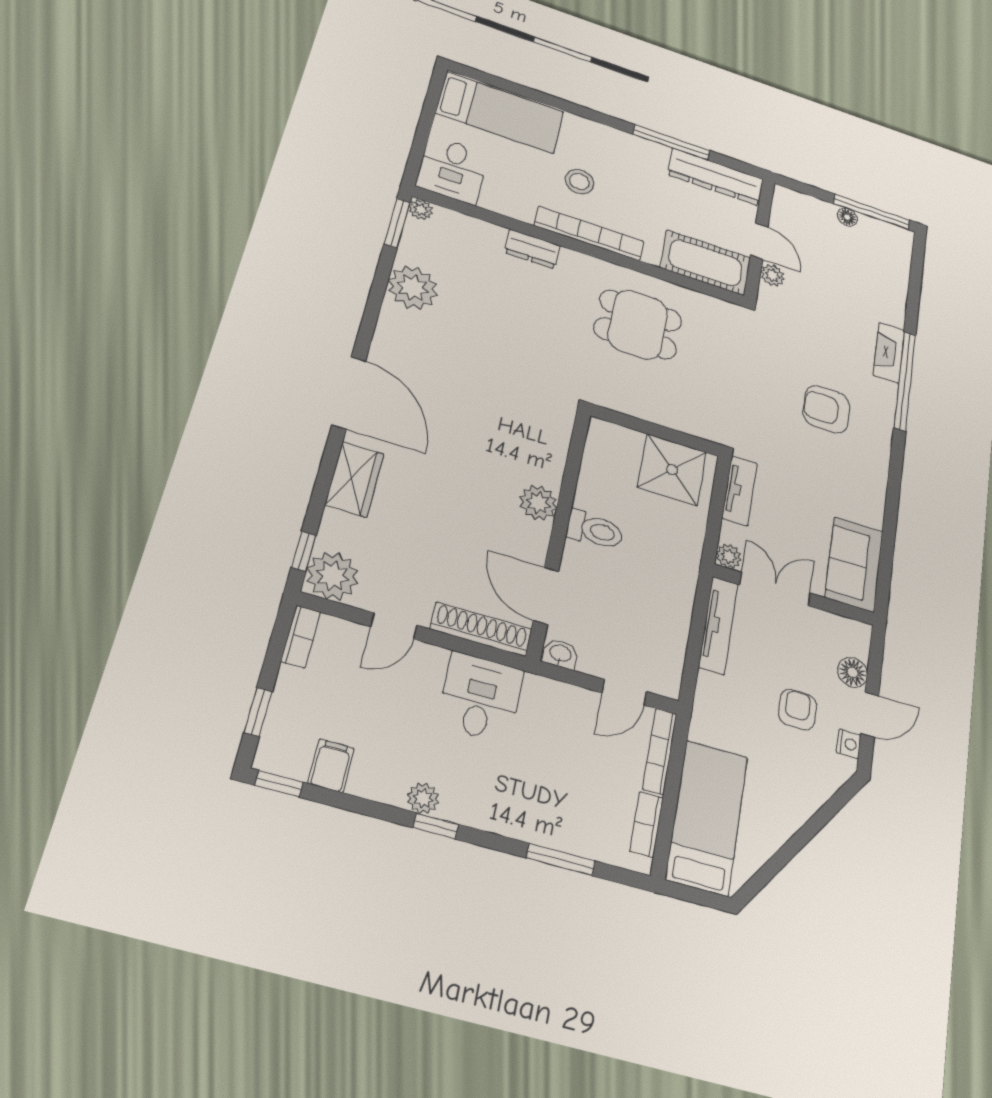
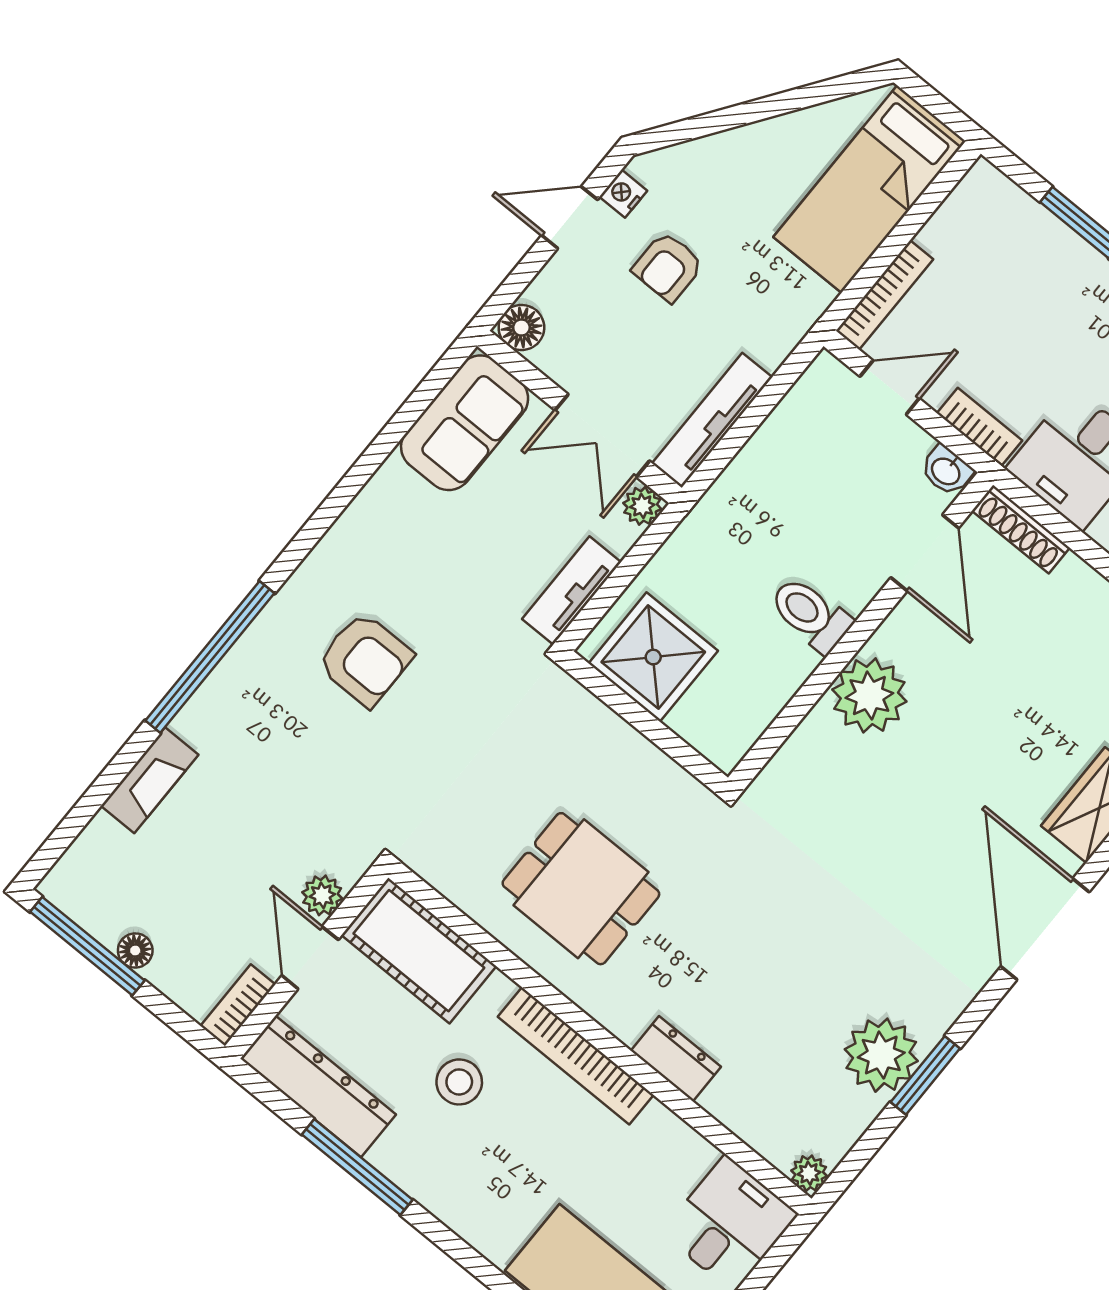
stool: (579, 182) -> (459, 1082), moved
bookcase: (781, 206) -> (238, 1005), added
window: (397, 223) -> (925, 1075), moved
fireplace: (889, 353) -> (150, 780), moved
plant: (538, 503) -> (869, 695), width x1.36, depth x1.36
shoe rack: (481, 629) -> (1021, 529), width x0.74, depth x0.81
floor lamp: (853, 672) -> (521, 328), moved
bookcase: (646, 824) -> (980, 427), moved, turned -90

